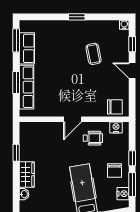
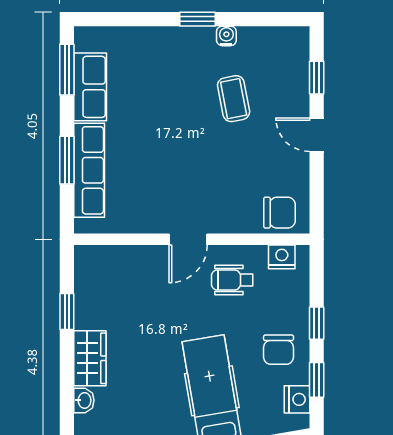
water cooler: (124, 25) -> (226, 36), moved
wheelchair: (93, 138) -> (232, 280), turned 180
window: (132, 185) -> (317, 380), width x0.67

